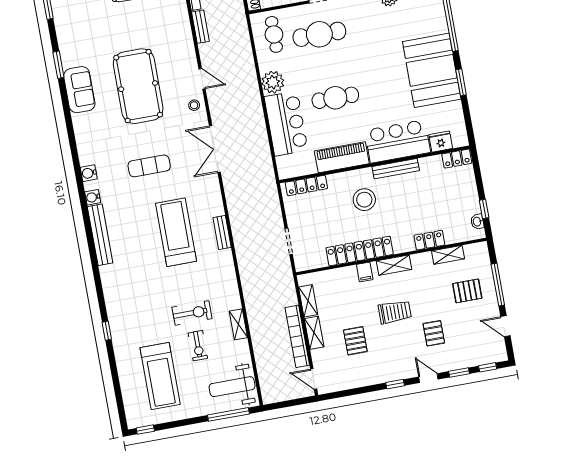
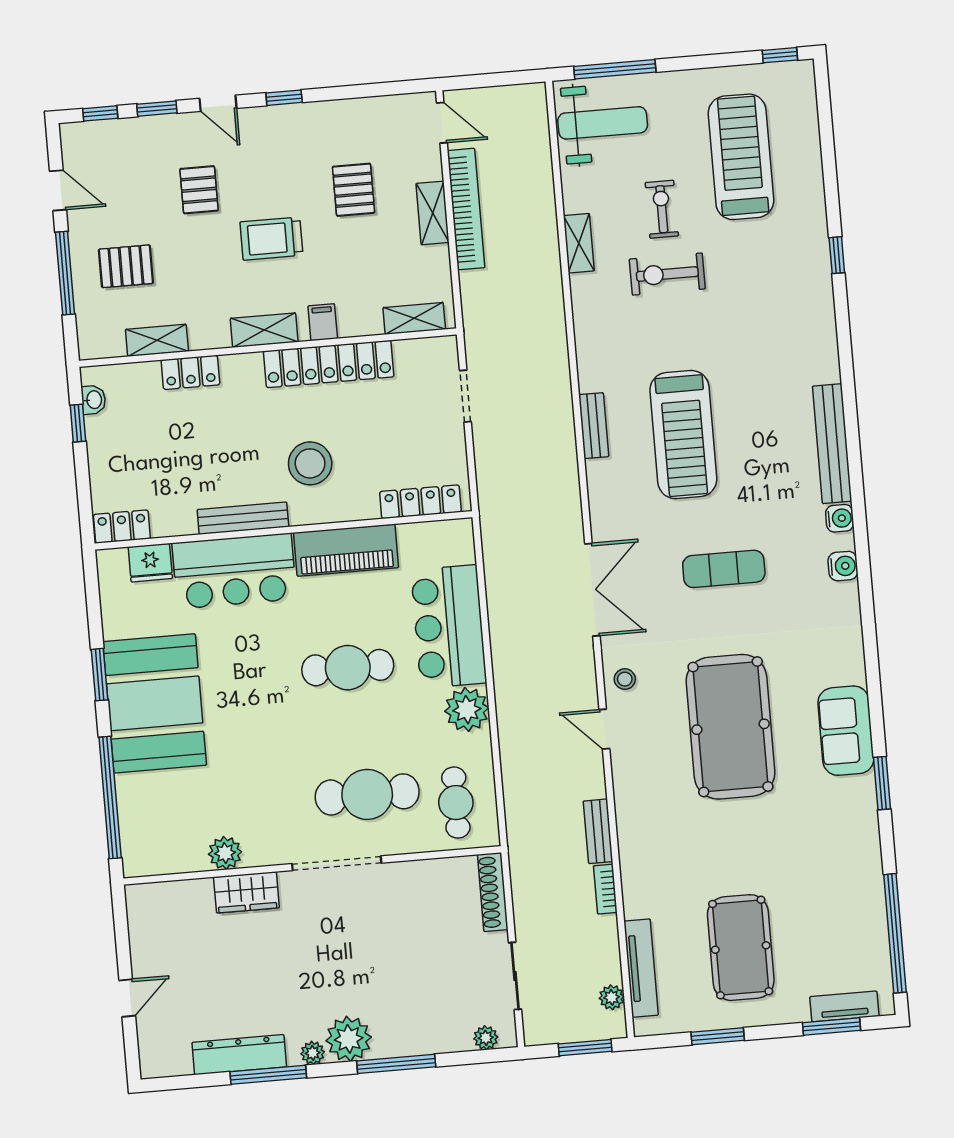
shelving: (308, 301) -> (414, 318), moved, turned 90

